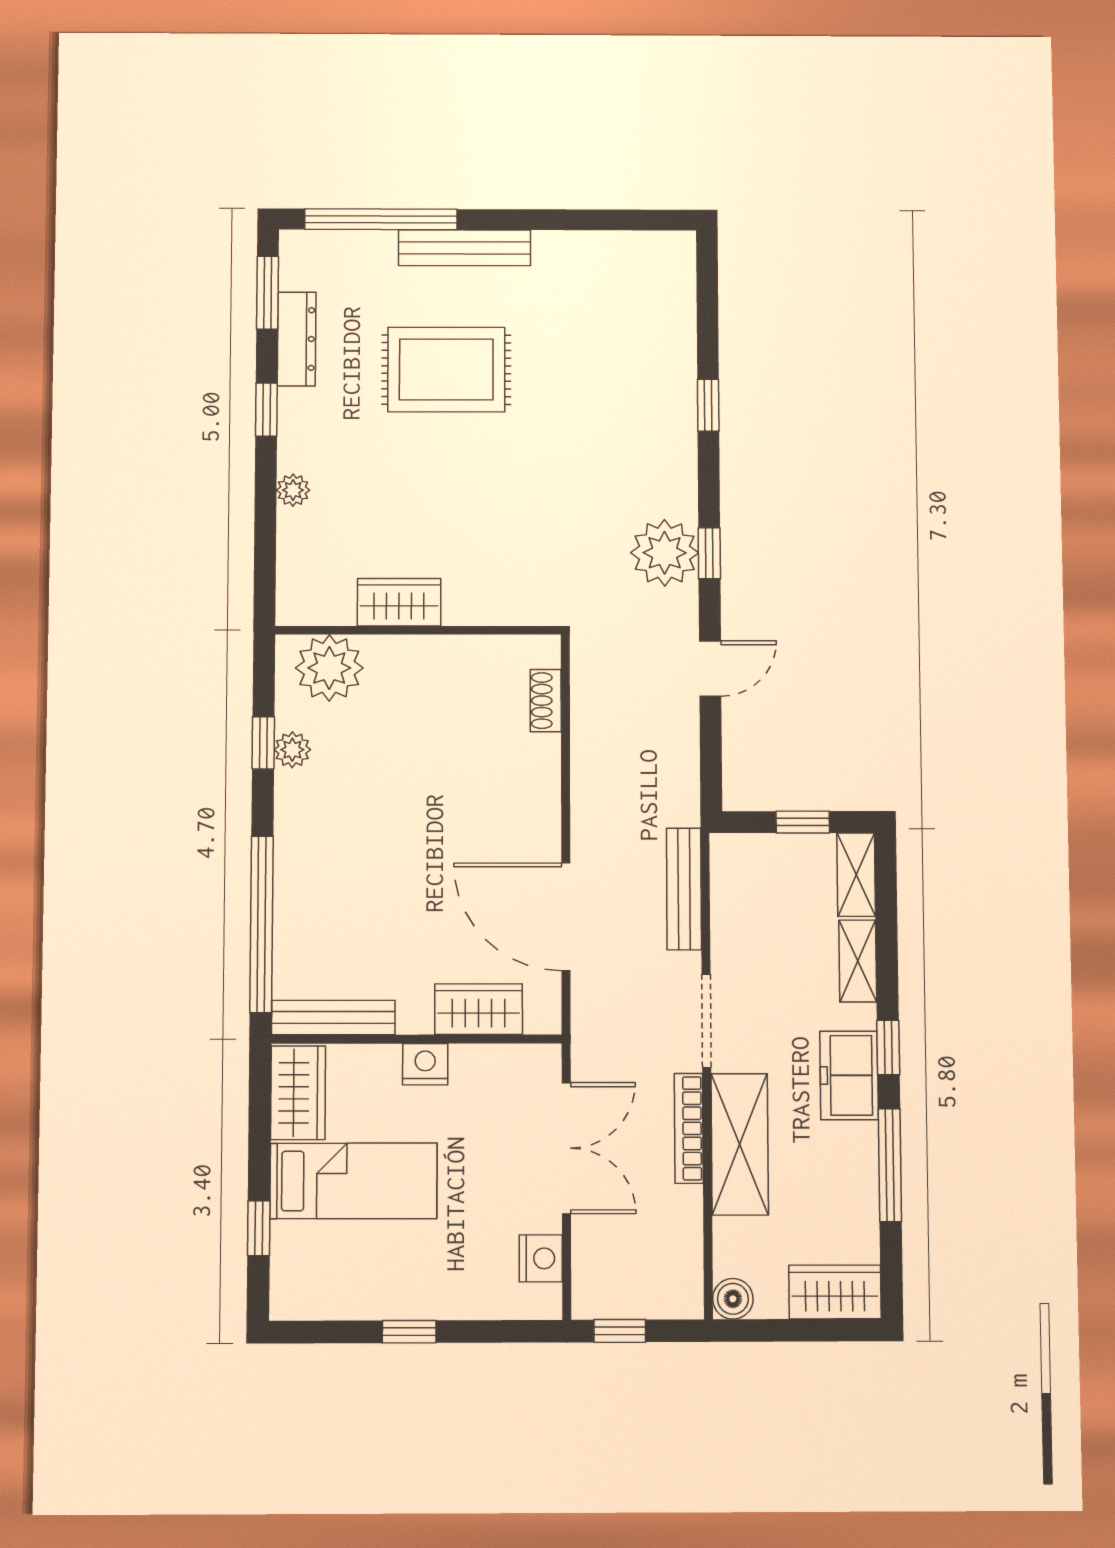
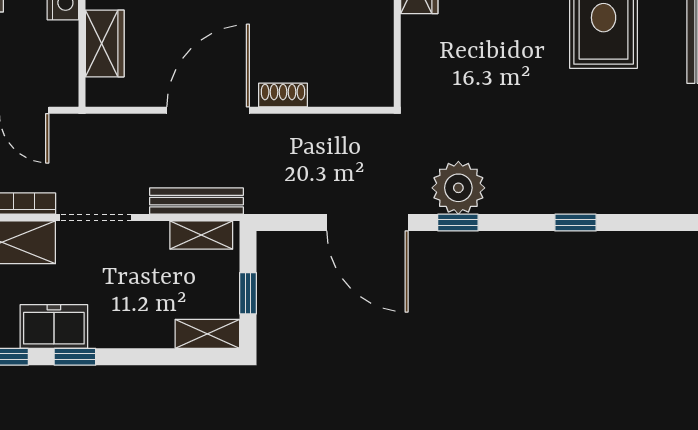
door: (710, 668) -> (367, 223), width x1.87
shoe rack: (546, 701) -> (283, 95), moved
door: (566, 917) -> (208, 110), moved
shelving: (858, 961) -> (201, 235), moved

